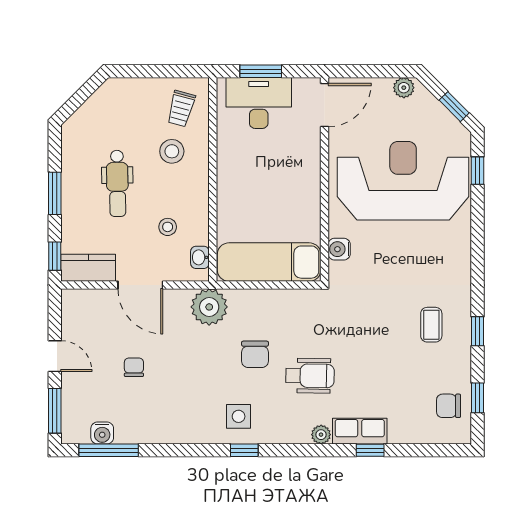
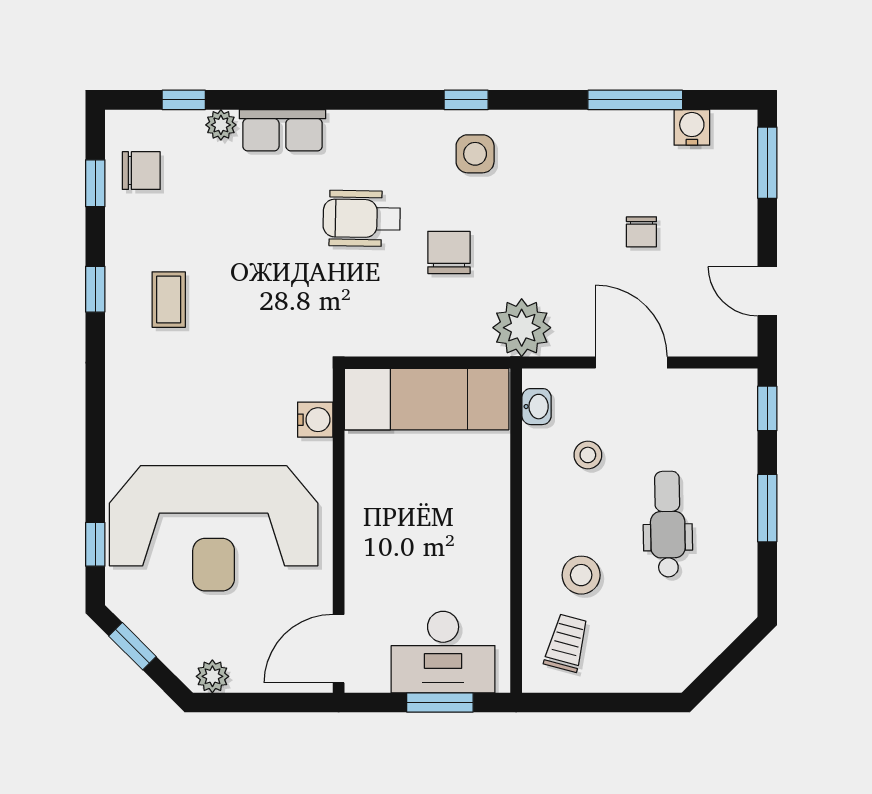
kitchen counter: (88, 268) -> (714, 390), removed
door: (55, 356) -> (767, 291), moved
plant: (321, 435) -> (221, 125), moved
window: (109, 450) -> (635, 100), moved
window: (370, 450) -> (184, 100), moved

